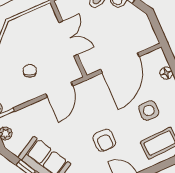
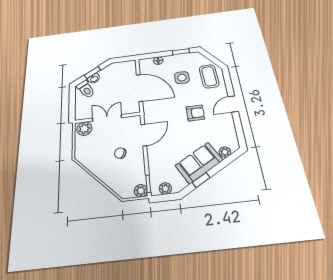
plant: (47, 17) -> (84, 129), added
door: (59, 90) -> (144, 135), hinge flipped

